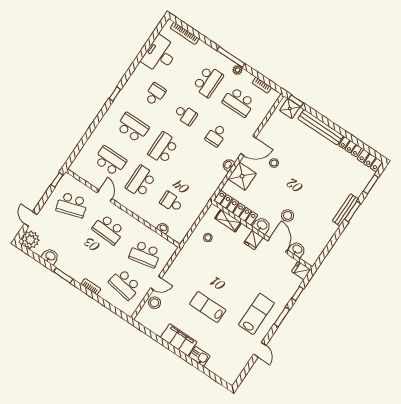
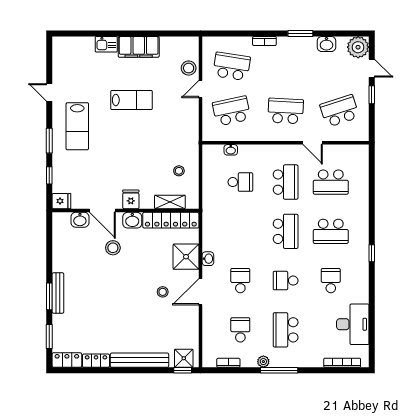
school desk: (155, 94) -> (331, 281), turned 180
school desk: (239, 102) -> (240, 330), width x0.54
window: (57, 180) -> (372, 95), moved

